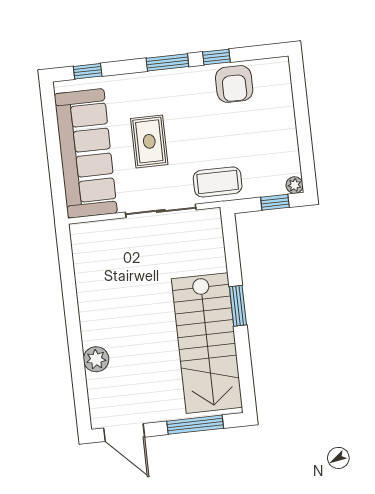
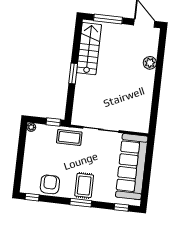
window: (216, 57) -> (32, 197), moved
rug: (149, 141) -> (84, 185), moved
window: (275, 202) -> (53, 122), moved
stairs: (207, 343) -> (89, 49), width x0.73, depth x0.66

